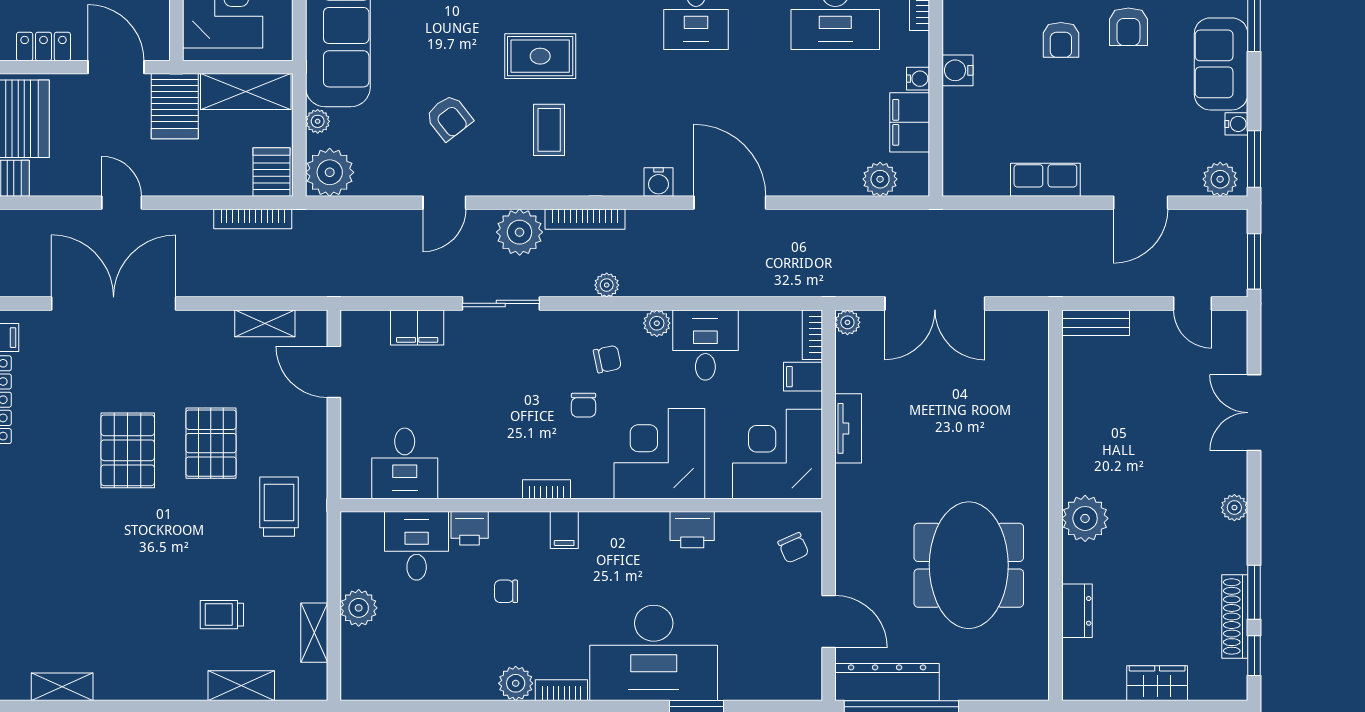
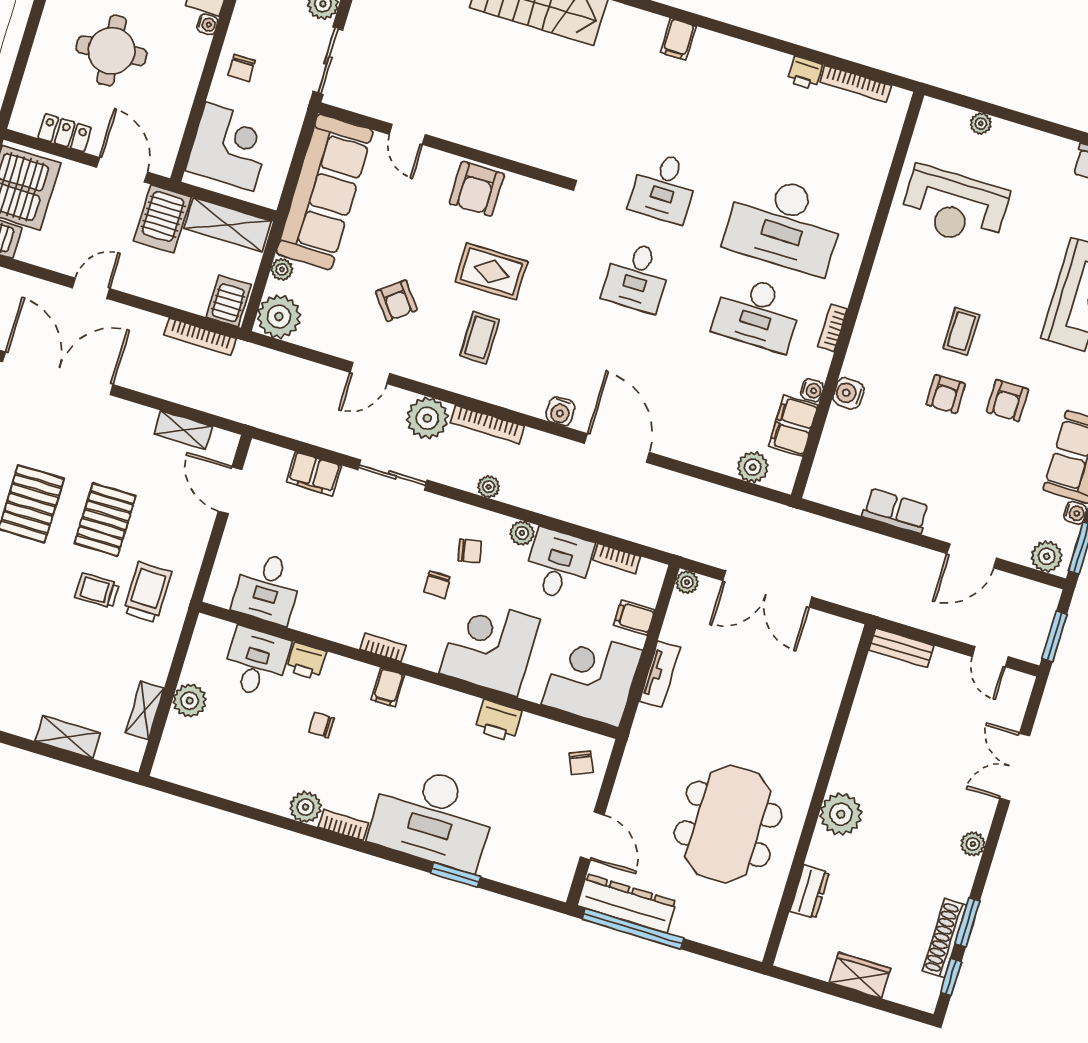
door: (122, 203) -> (91, 288), hinge flipped
bookcase: (812, 335) -> (617, 559), moved, turned -90
trolley: (222, 615) -> (97, 591), moved

